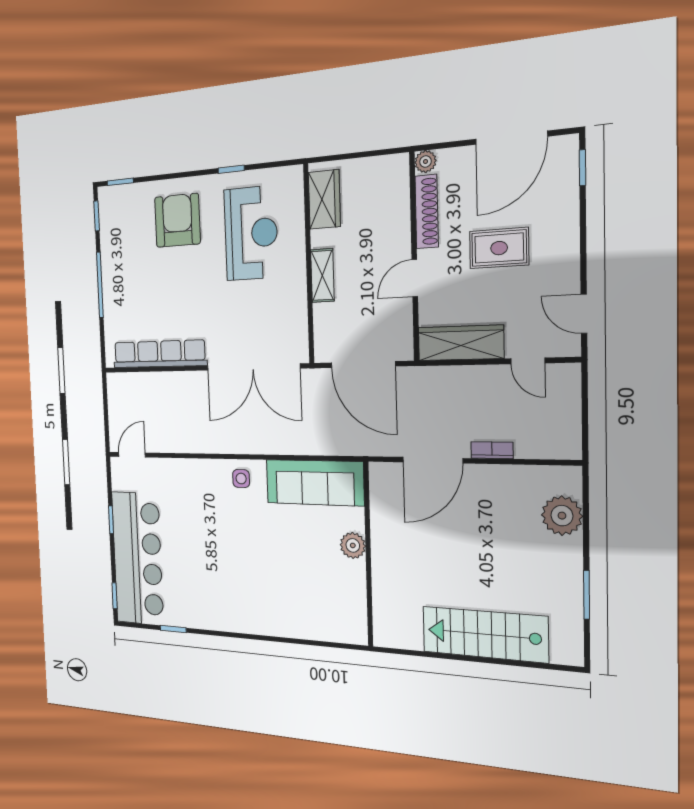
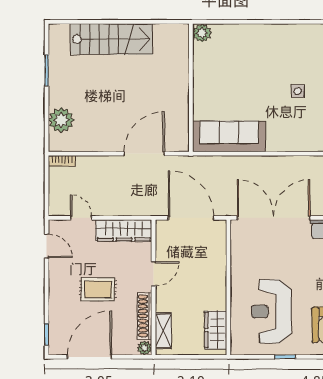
shelving: (322, 275) -> (163, 331), moved
bookcase: (492, 450) -> (62, 161), moved
side table: (241, 479) -> (298, 91), moved
plant: (353, 545) -> (202, 33), moved

